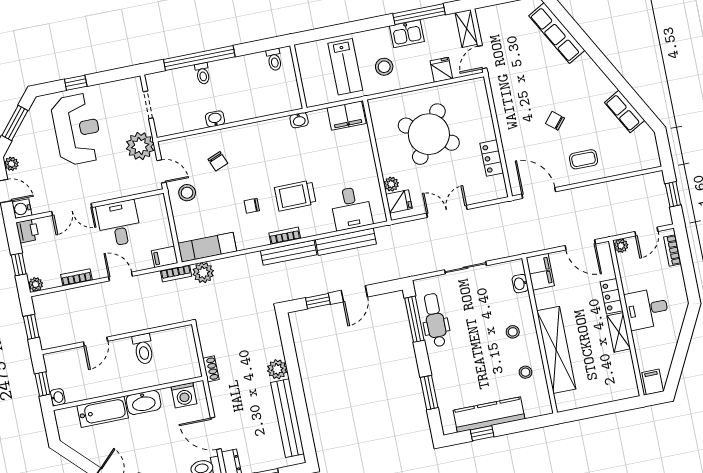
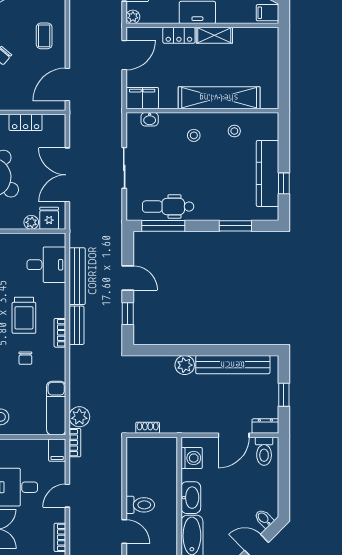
double door: (447, 211) -> (67, 175), width x1.37
bench: (289, 253) -> (77, 325), width x0.73
toilet: (143, 349) -> (140, 505), moved
shoe rack: (211, 369) -> (148, 428), moved

